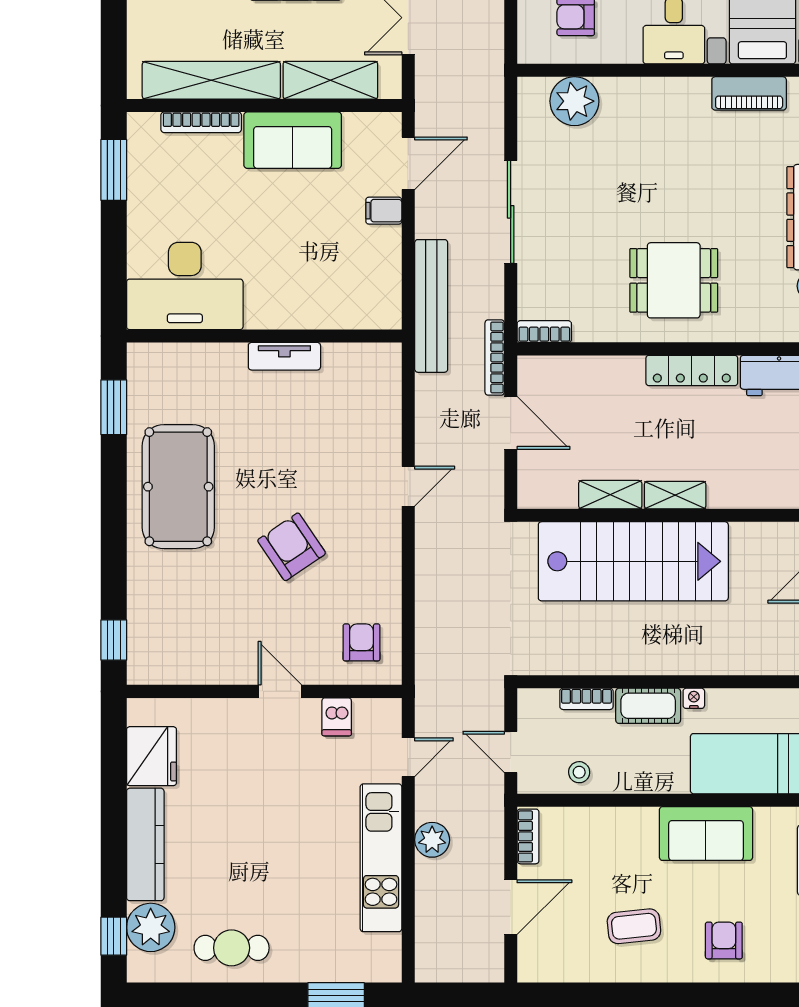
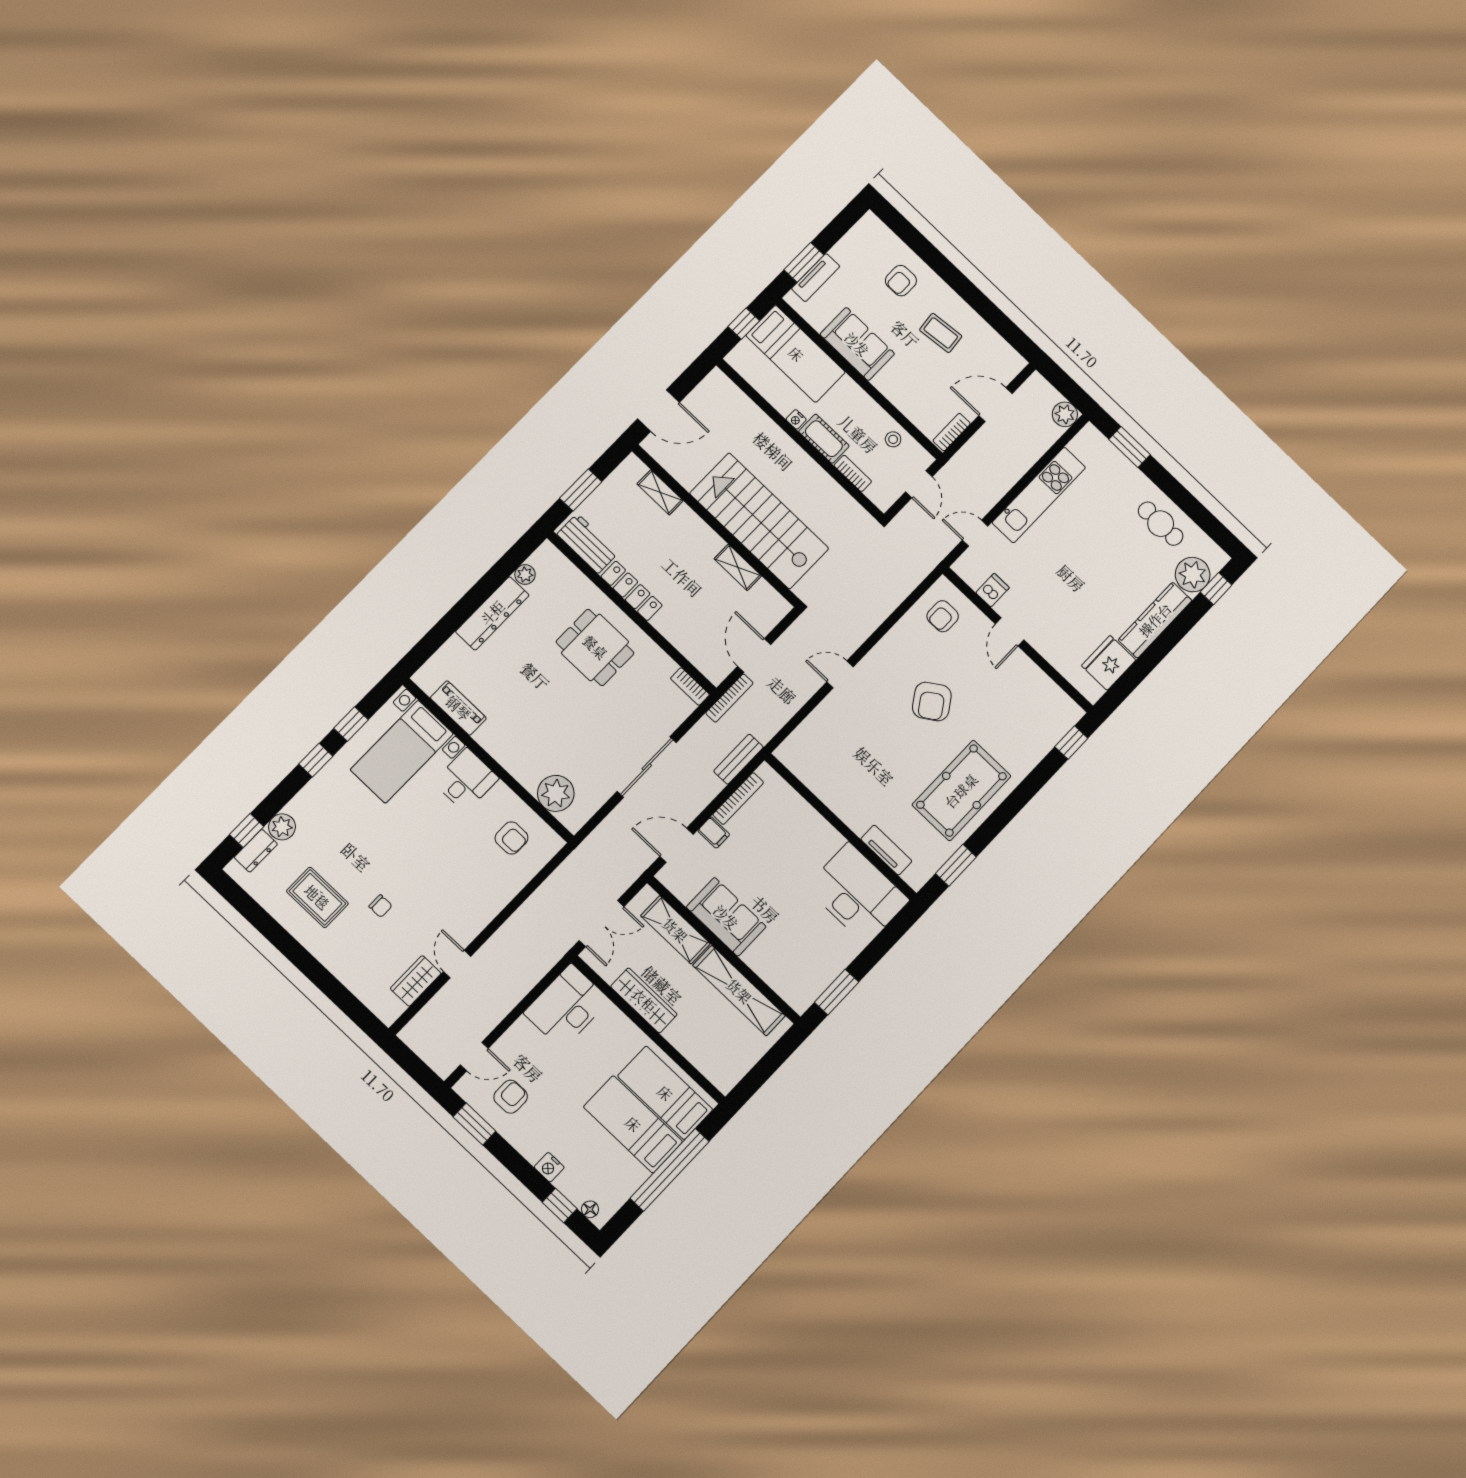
bookcase: (201, 122) -> (738, 799), moved, turned 90
bench: (431, 306) -> (738, 759), width x0.54, depth x0.82
tv unit: (284, 356) -> (886, 850), moved
shelving: (675, 495) -> (660, 492), moved
plant: (432, 840) -> (1065, 414), moved

